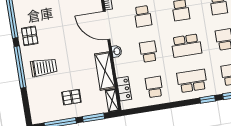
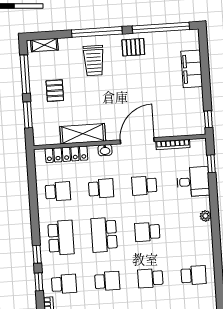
locker: (124, 89) -> (66, 154), width x1.53
shelving: (112, 100) -> (44, 45), moved

